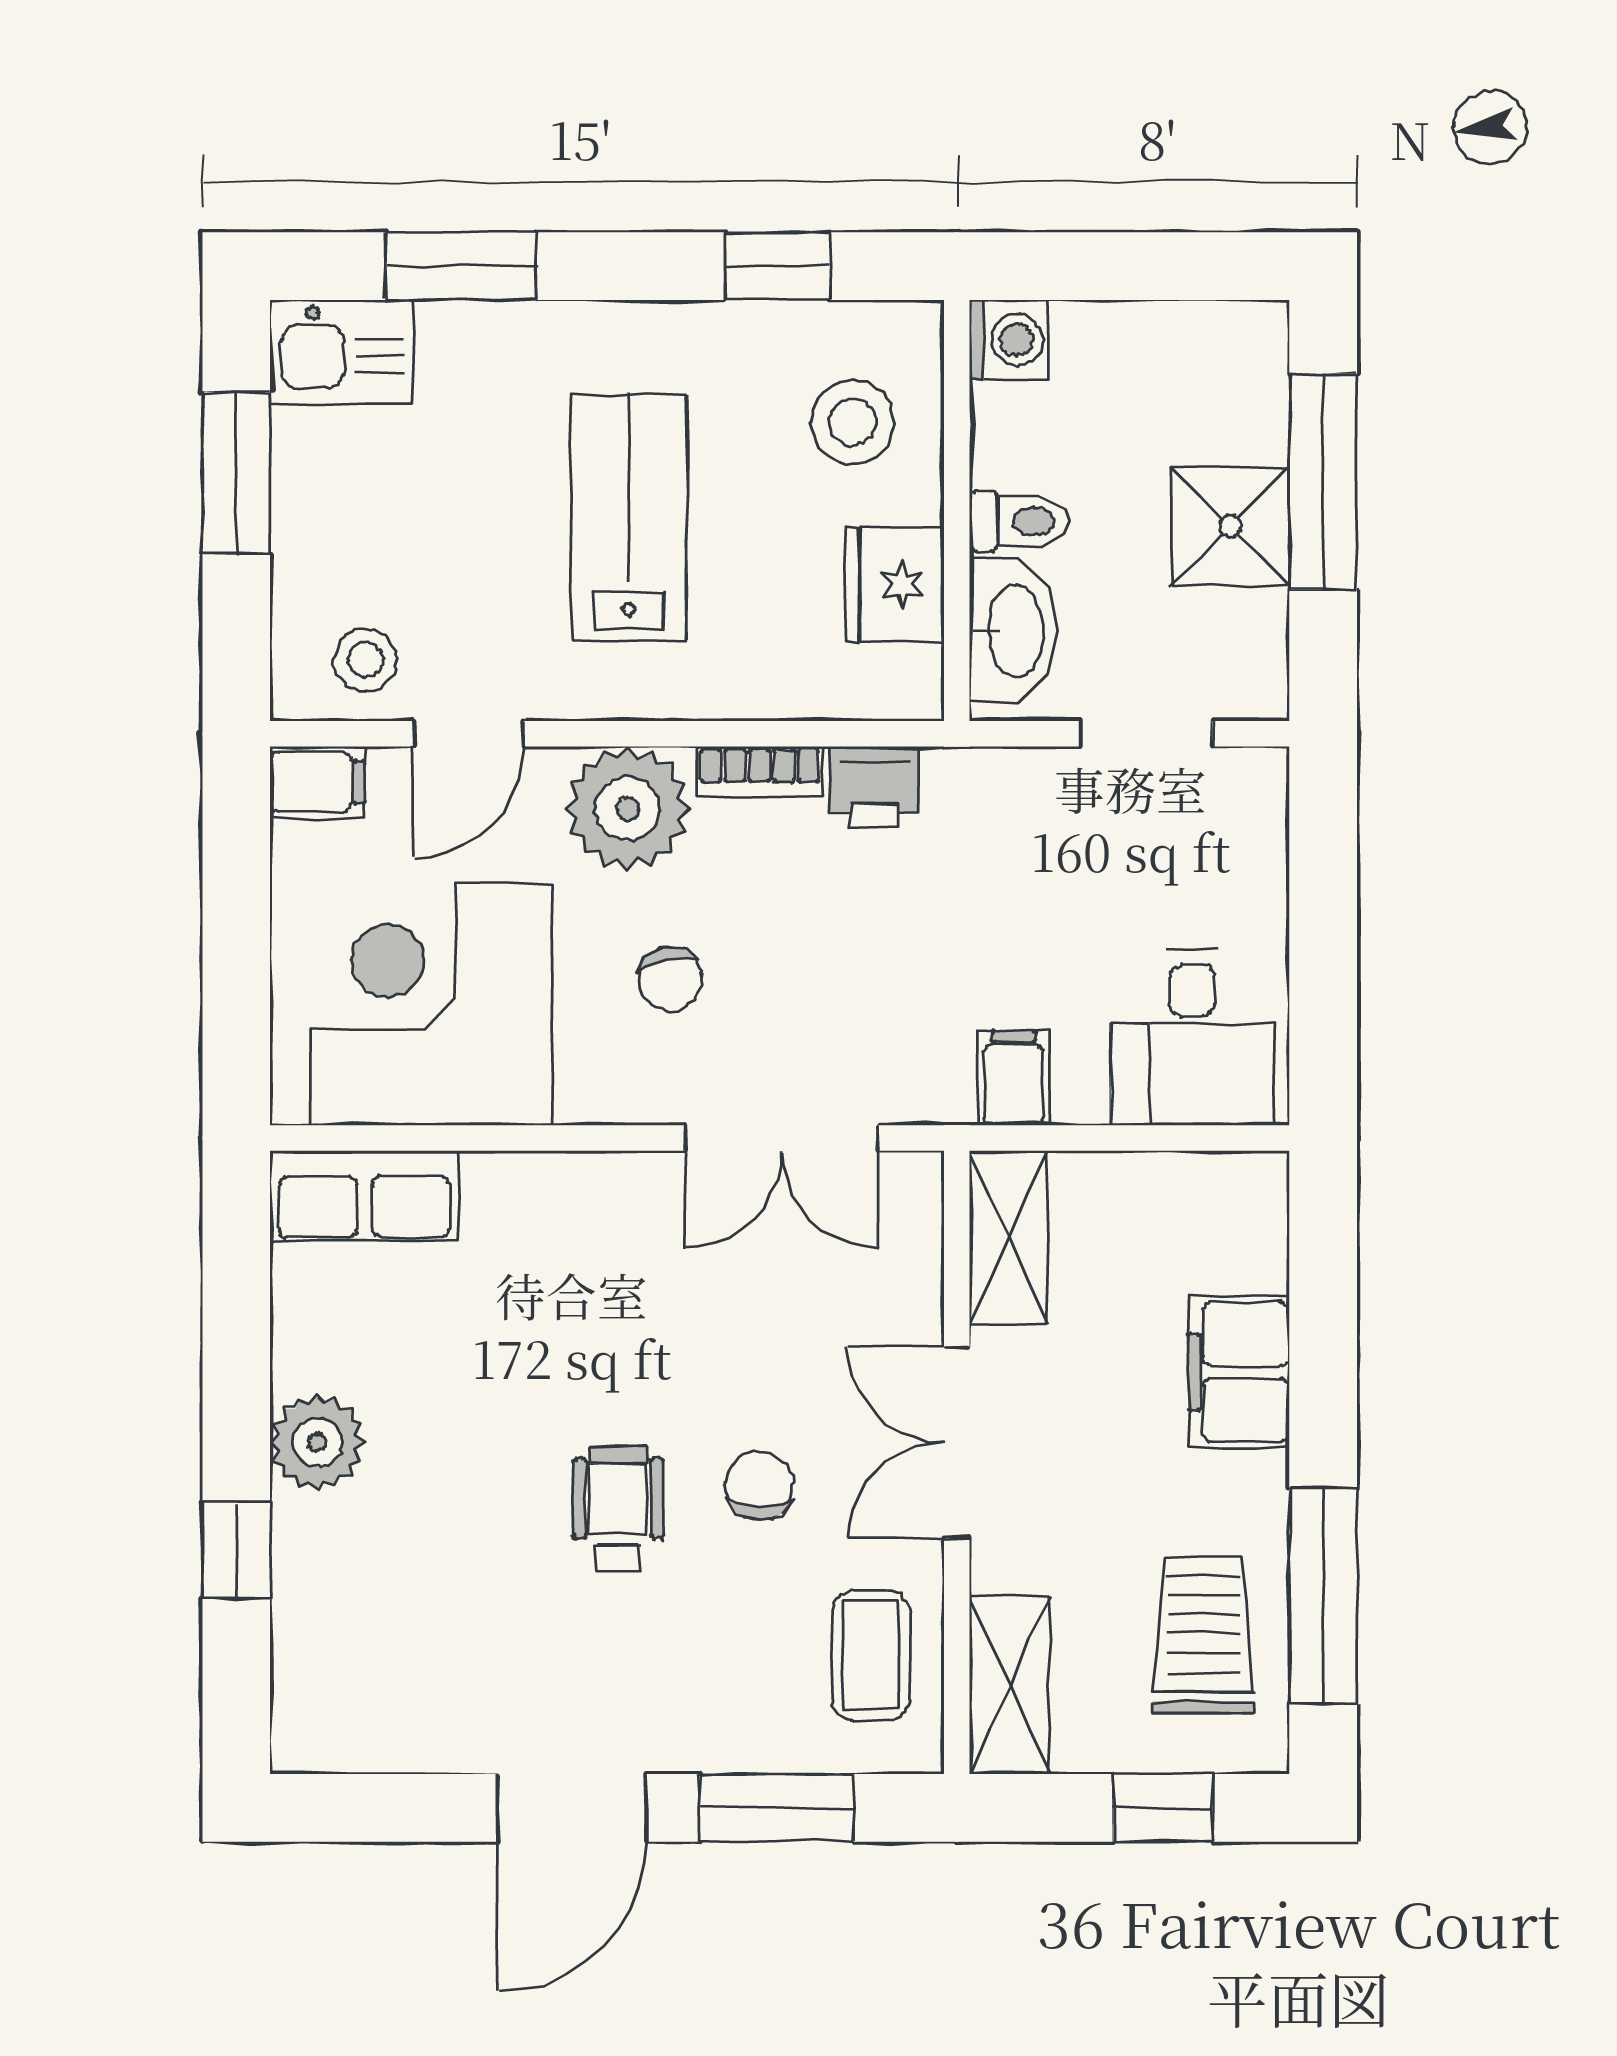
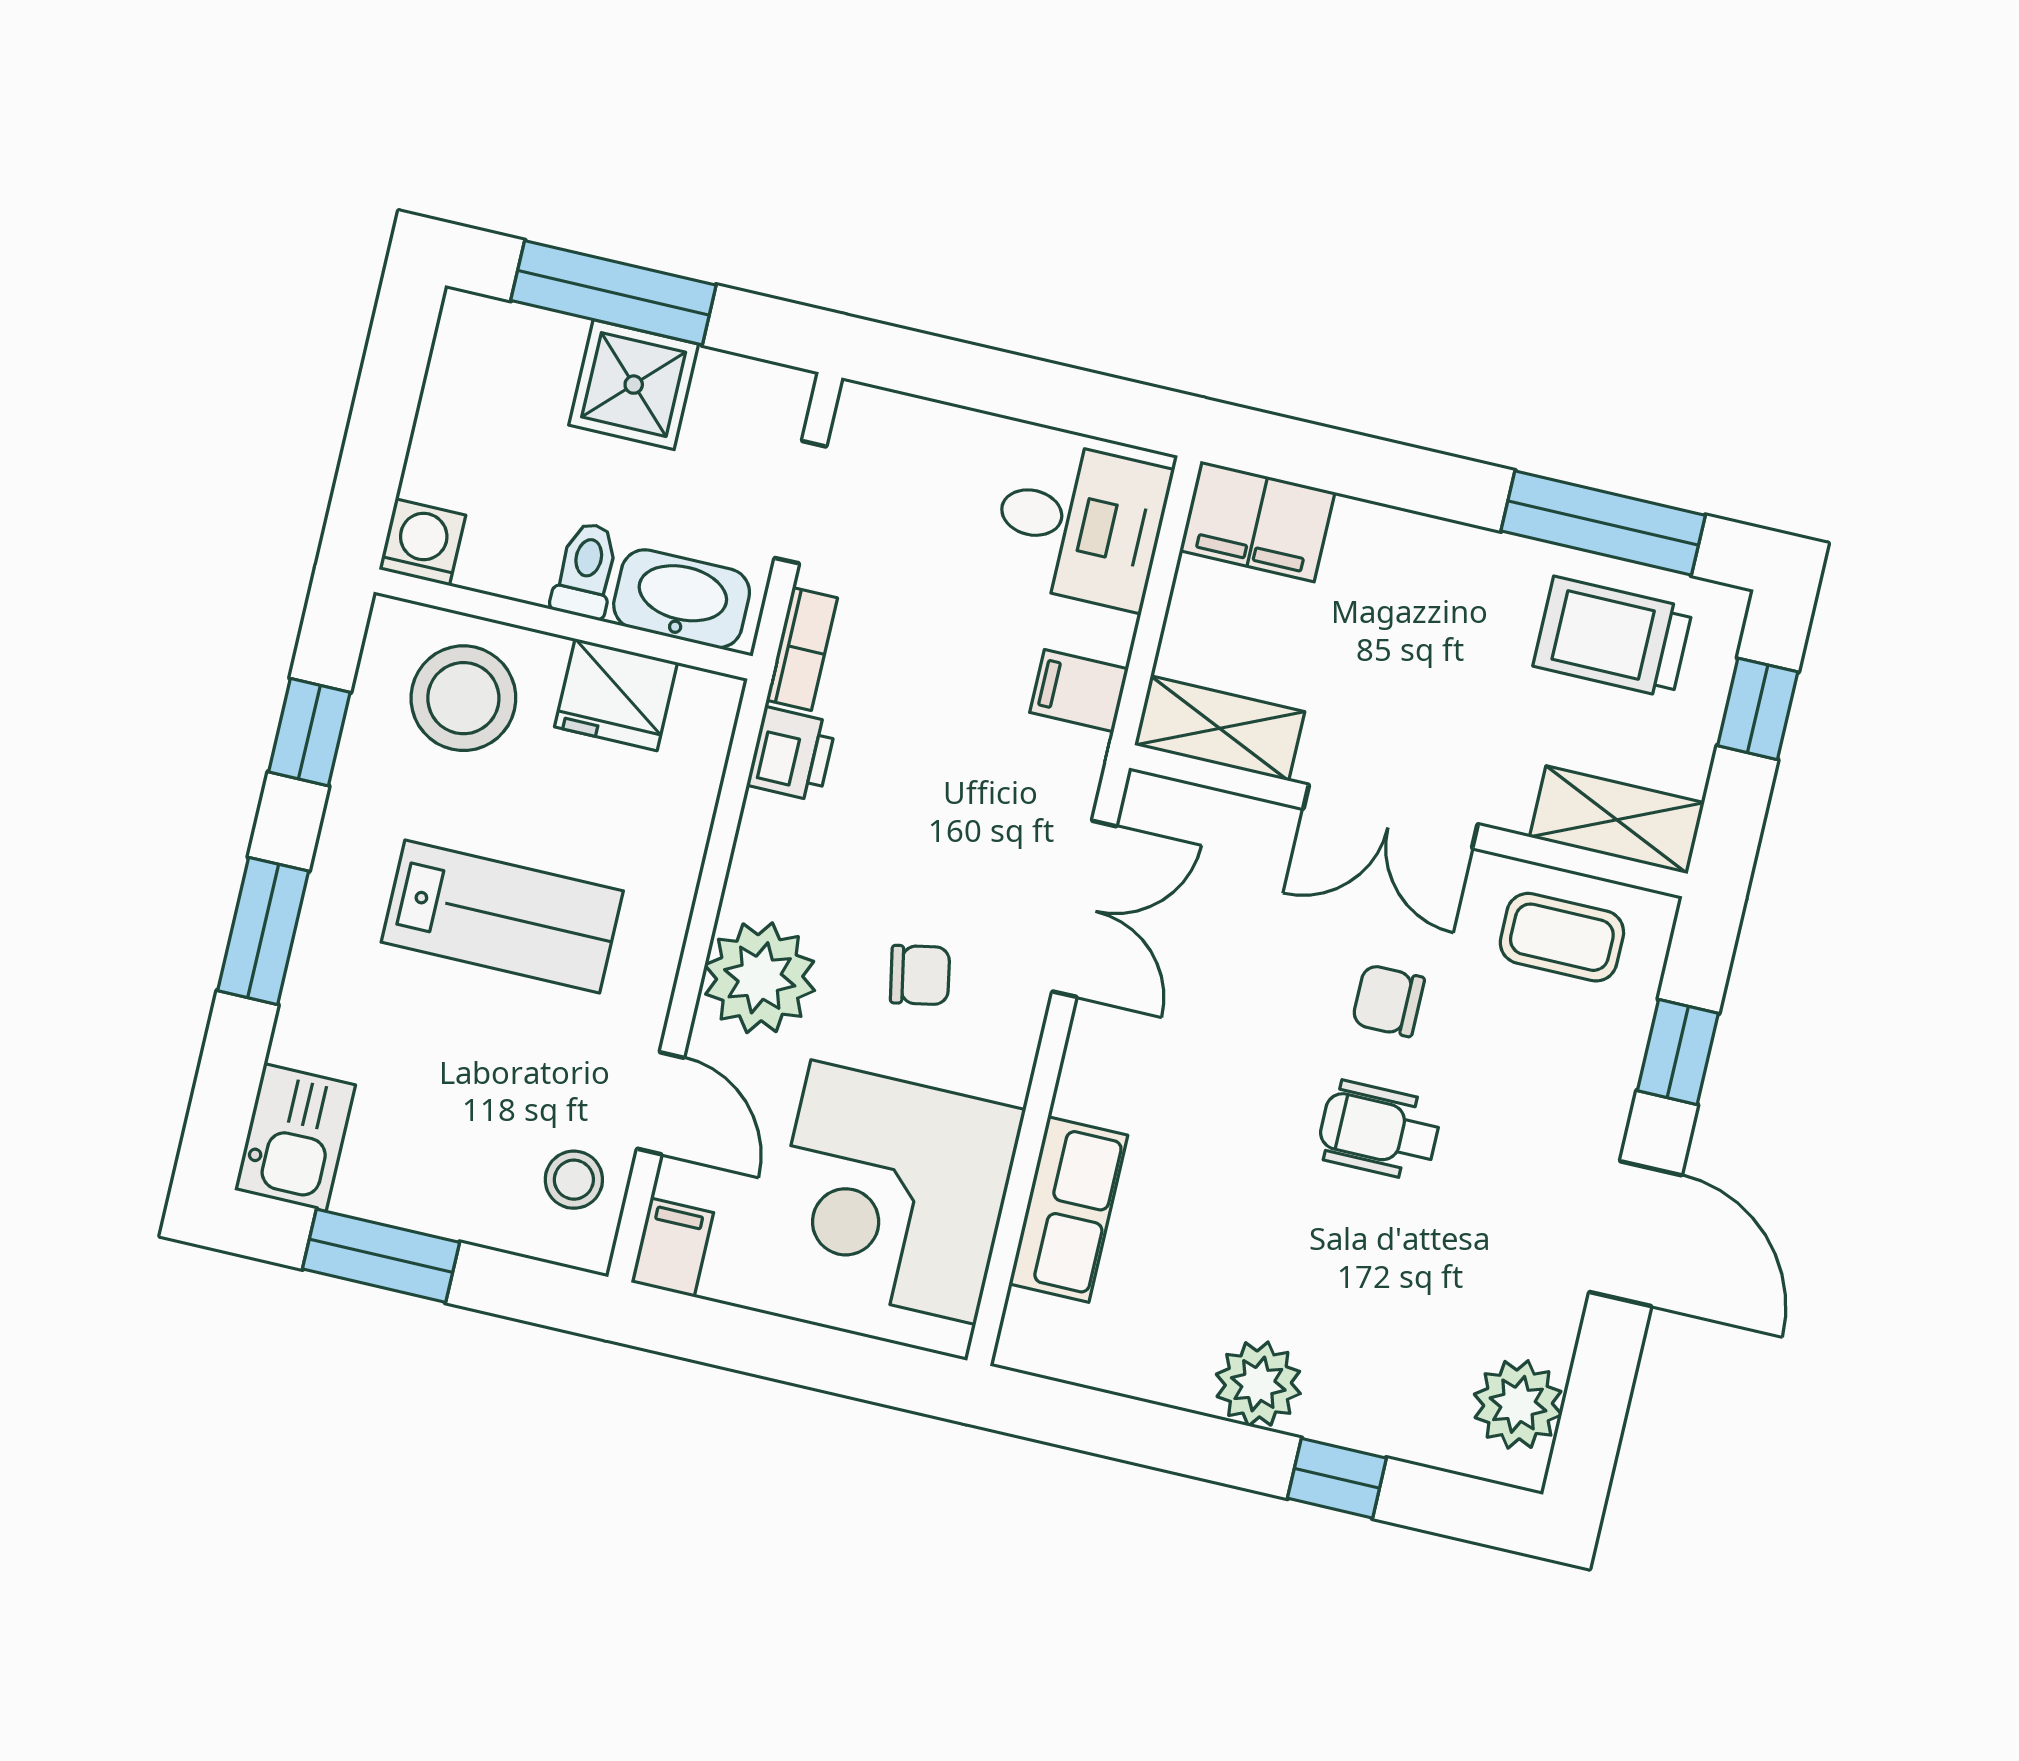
window: (461, 266) -> (263, 931), moved
stool: (853, 422) -> (463, 698), width x1.38, depth x1.38
lab bench: (629, 518) -> (502, 916), turned 180
bookcase: (760, 772) -> (802, 649), moved
row of seats: (364, 1196) -> (1068, 1210), moved
filing cabinet: (1239, 1372) -> (1257, 521), moved
plant: (360, 1725) -> (1518, 1404), added
window: (776, 1808) -> (1678, 1052), width x0.67

